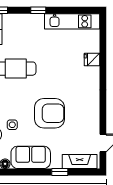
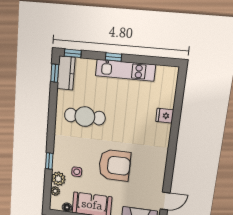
kitchen unit: (72, 21) -> (125, 70), moved

